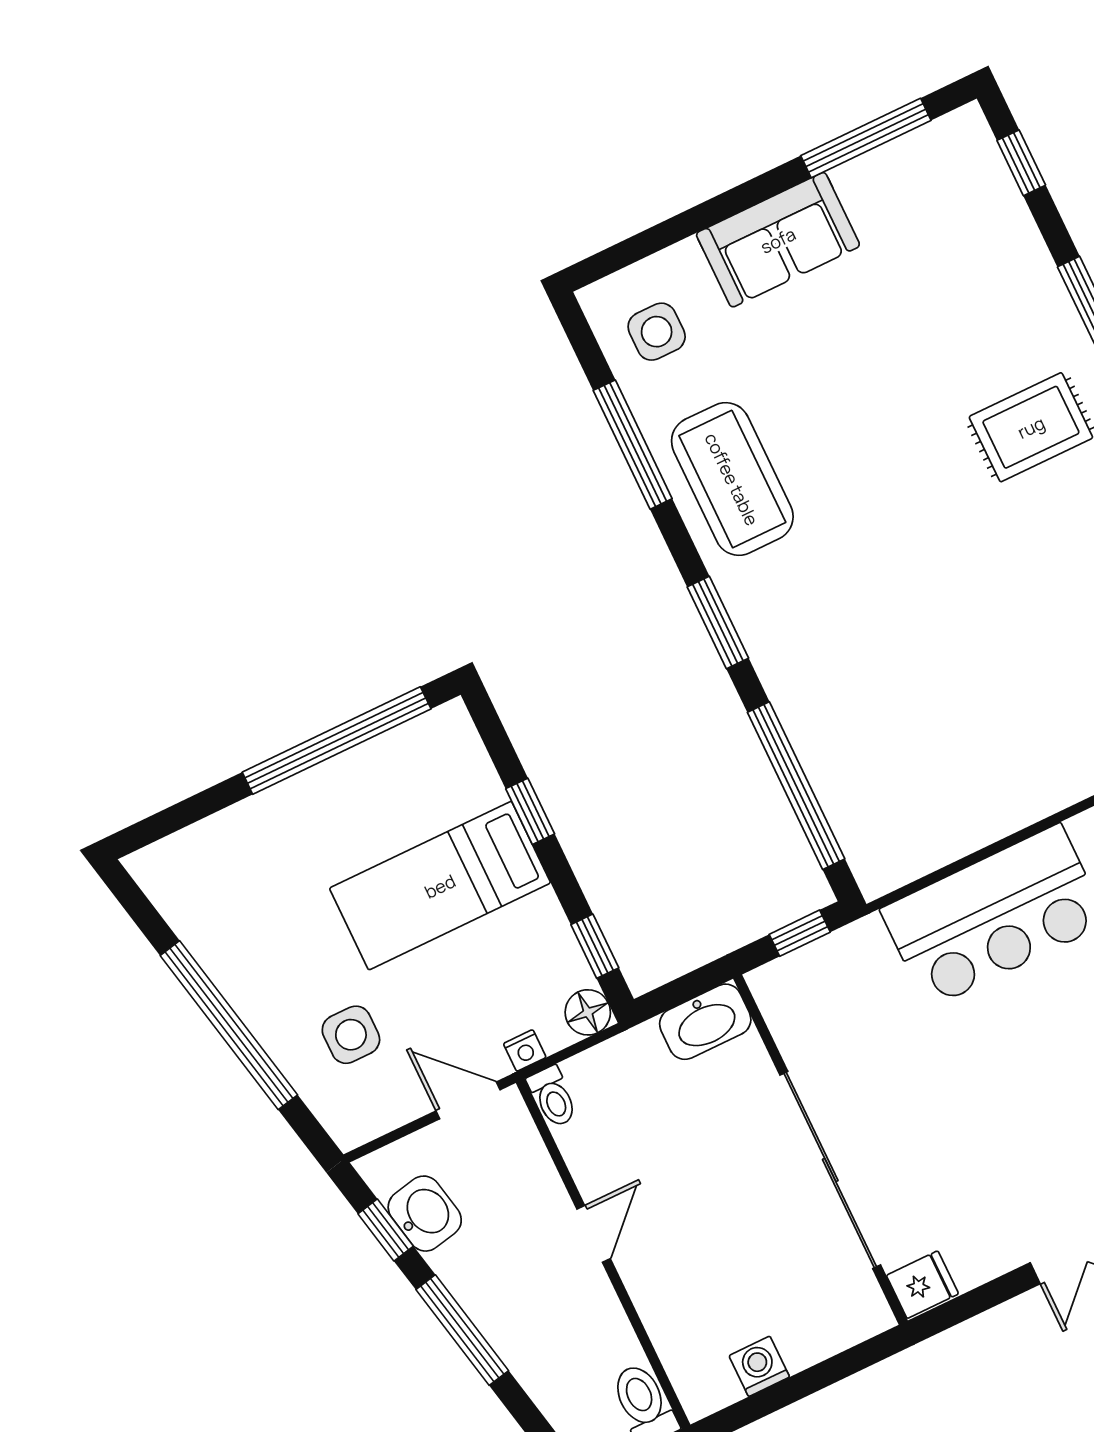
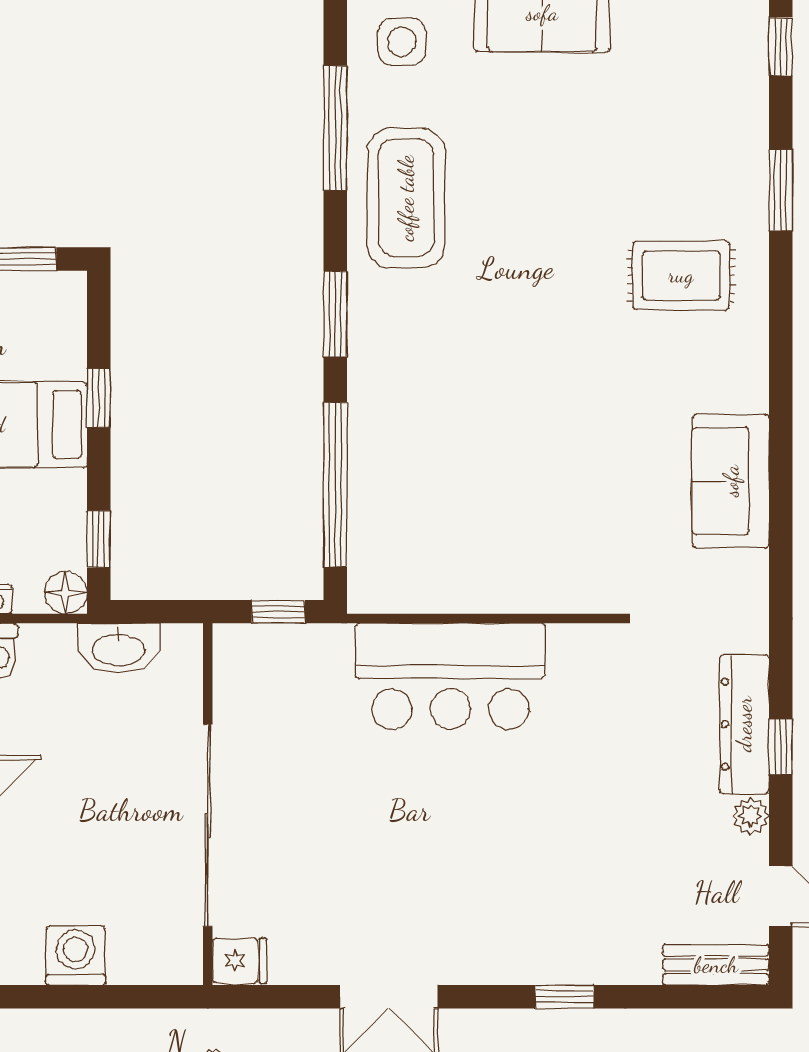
washbasin: (705, 1022) -> (118, 648), moved
washing machine: (759, 1366) -> (76, 955), width x1.38, depth x1.38

